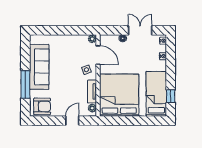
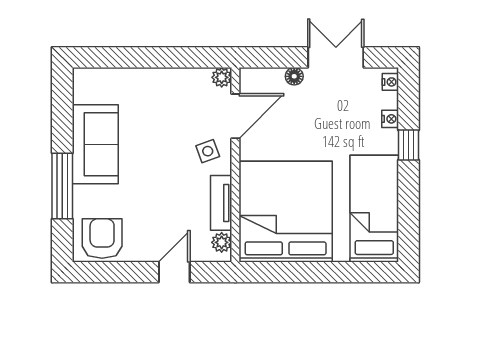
door: (98, 55) -> (235, 116), hinge flipped
sofa: (39, 67) -> (95, 144), width x0.73
window: (171, 96) -> (408, 145), moved
armchair: (42, 106) -> (102, 239), turned -90

